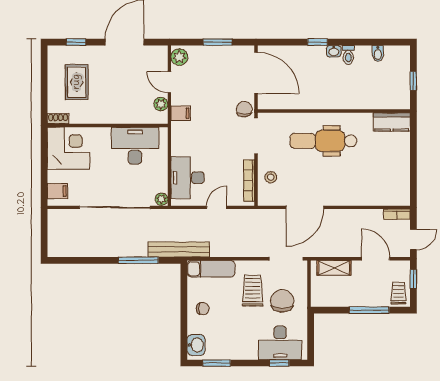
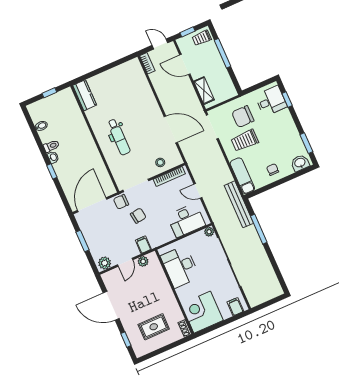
chair: (218, 123) -> (138, 216), added
dental chair: (323, 141) -> (119, 137), width x0.73, depth x0.72
door: (376, 259) -> (185, 64), hinge flipped
desk: (280, 343) -> (271, 101), width x0.73

